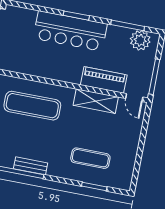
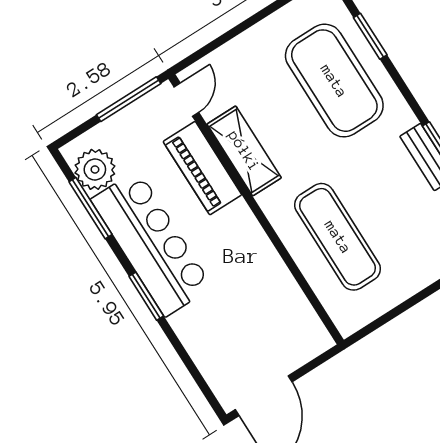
bar counter: (70, 31) -> (152, 243), moved
exercise mat: (90, 158) -> (334, 81), width x2.00, depth x1.45

